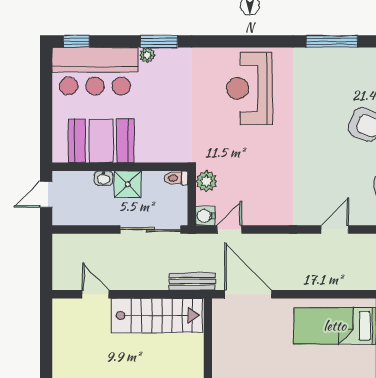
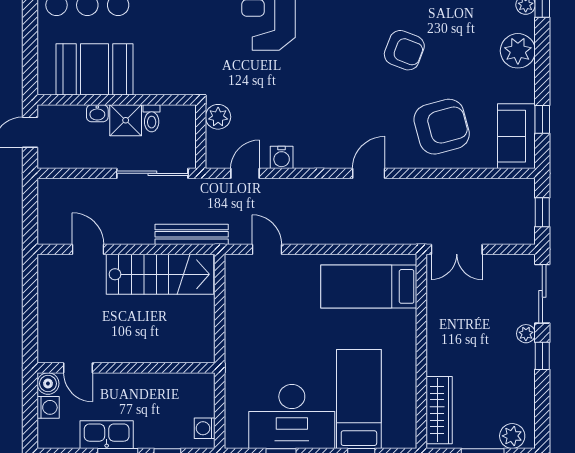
toilet: (176, 178) -> (152, 118), moved, turned -90
water cooler: (205, 216) -> (282, 157), moved, turned -90
bench: (192, 281) -> (192, 234), width x1.36
door: (248, 294) -> (267, 249), width x0.53

